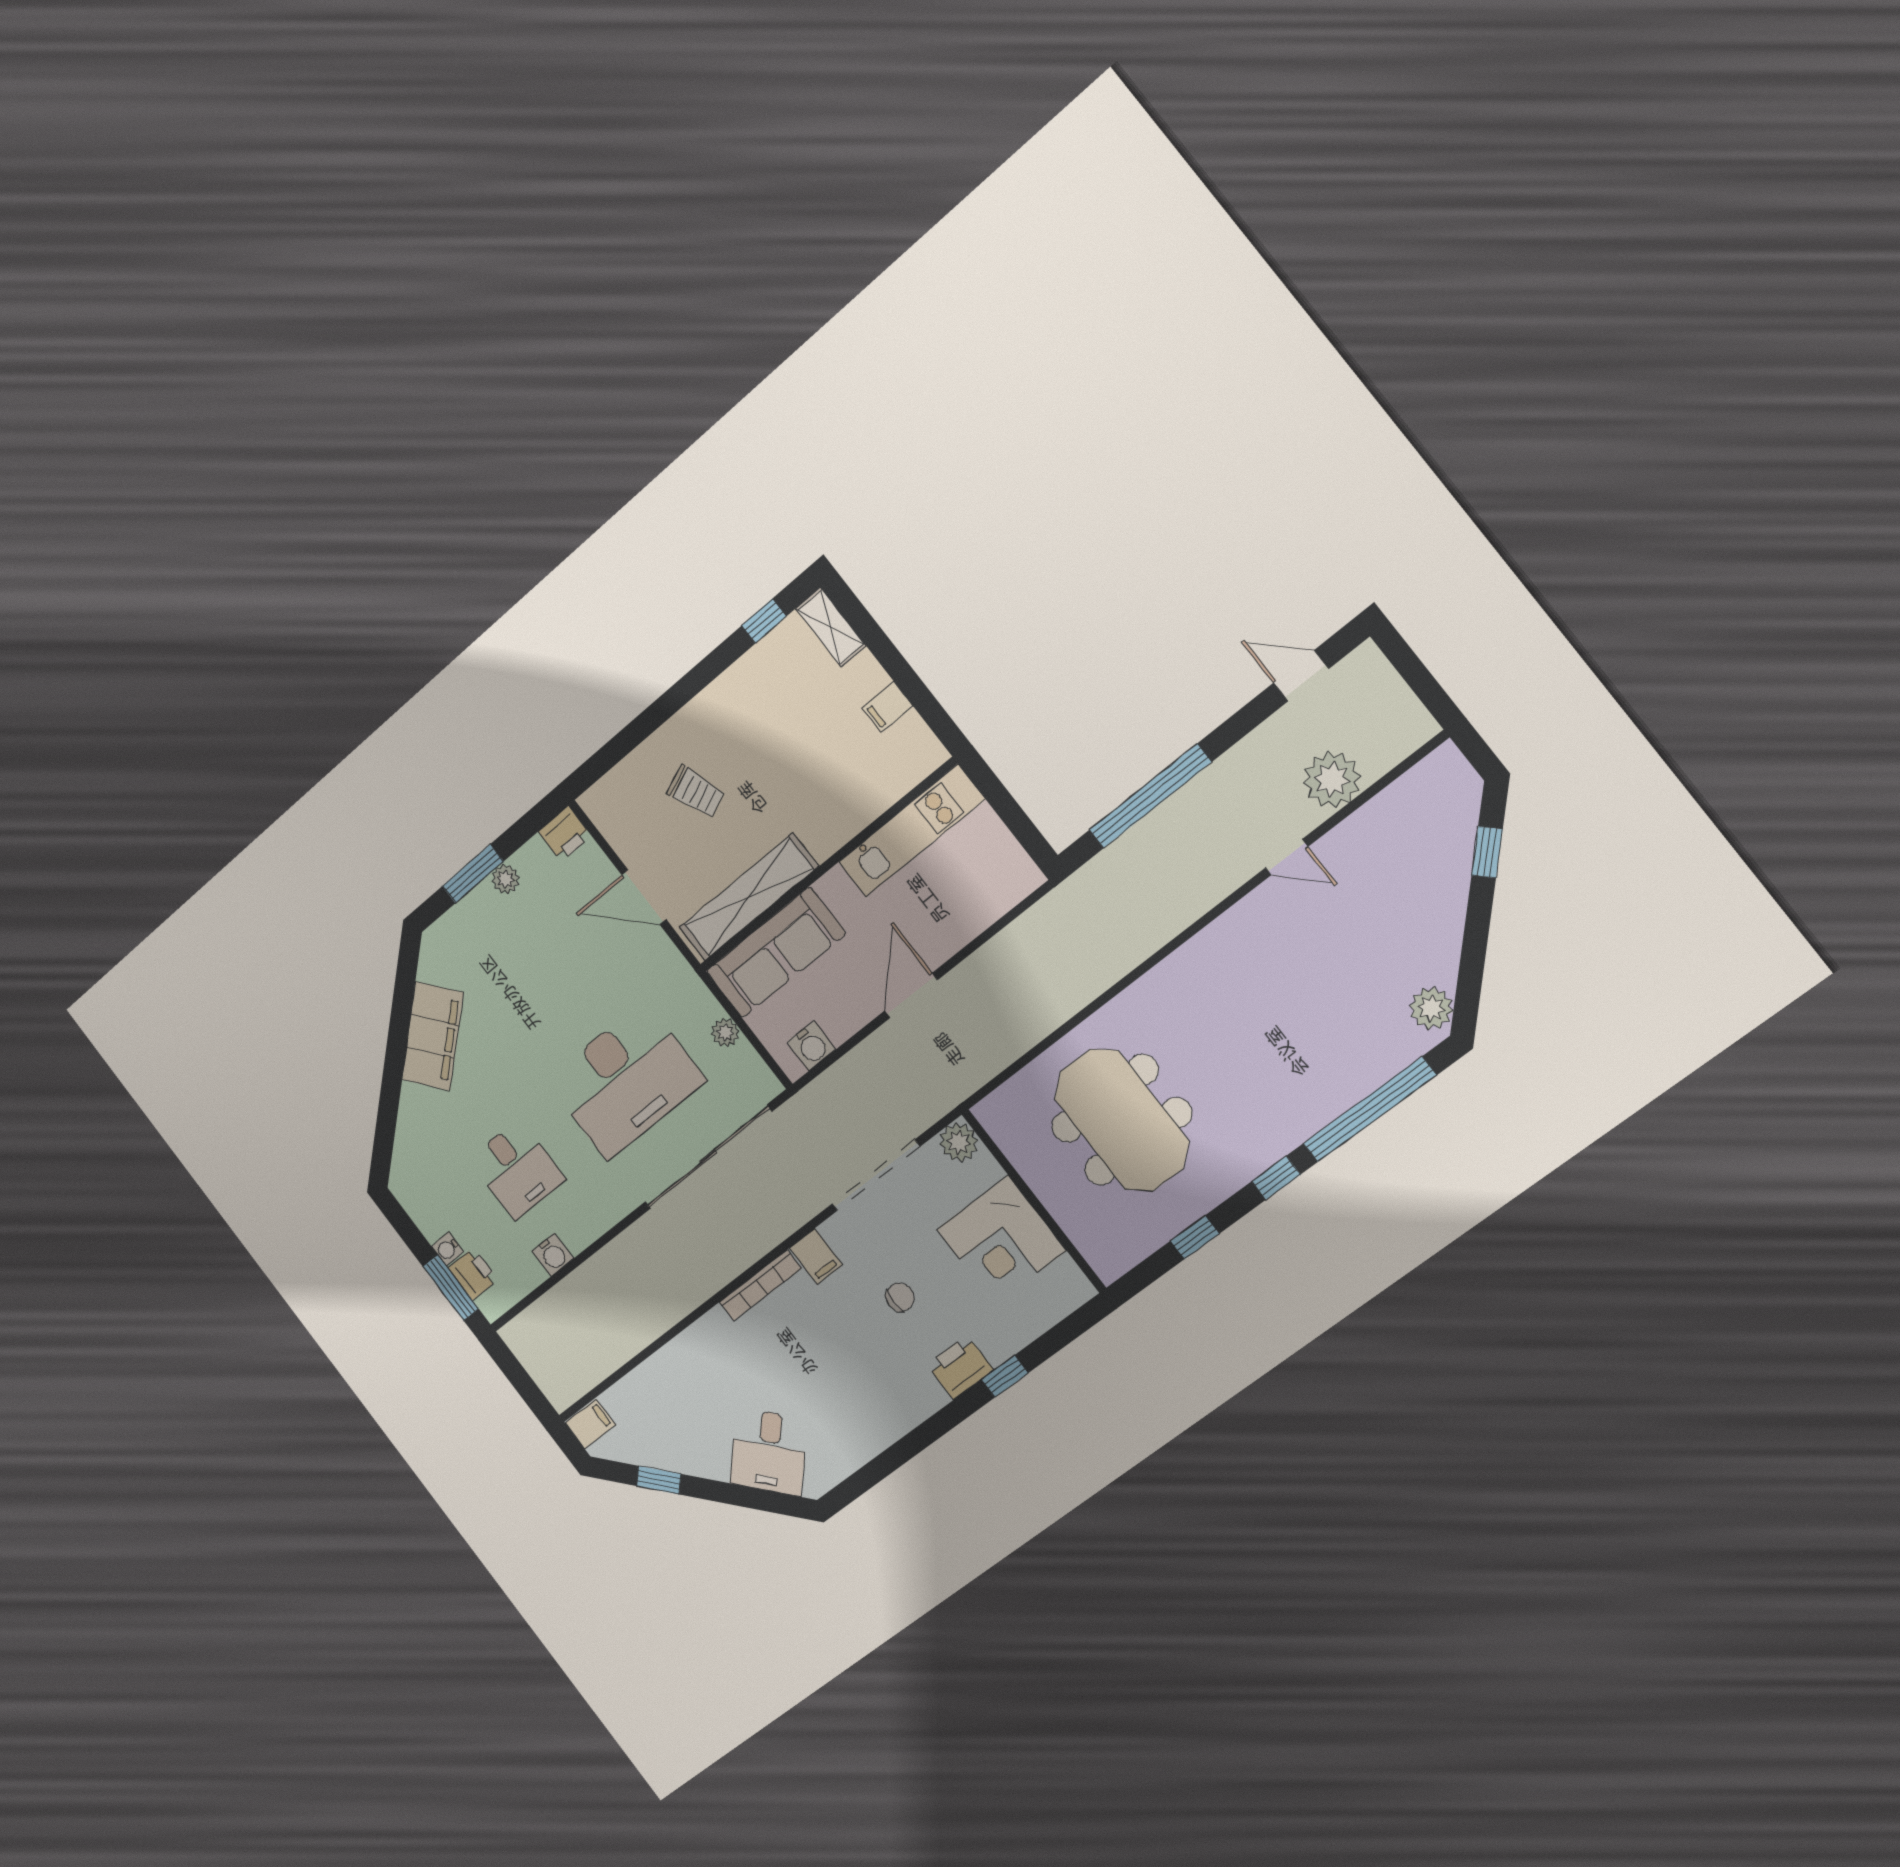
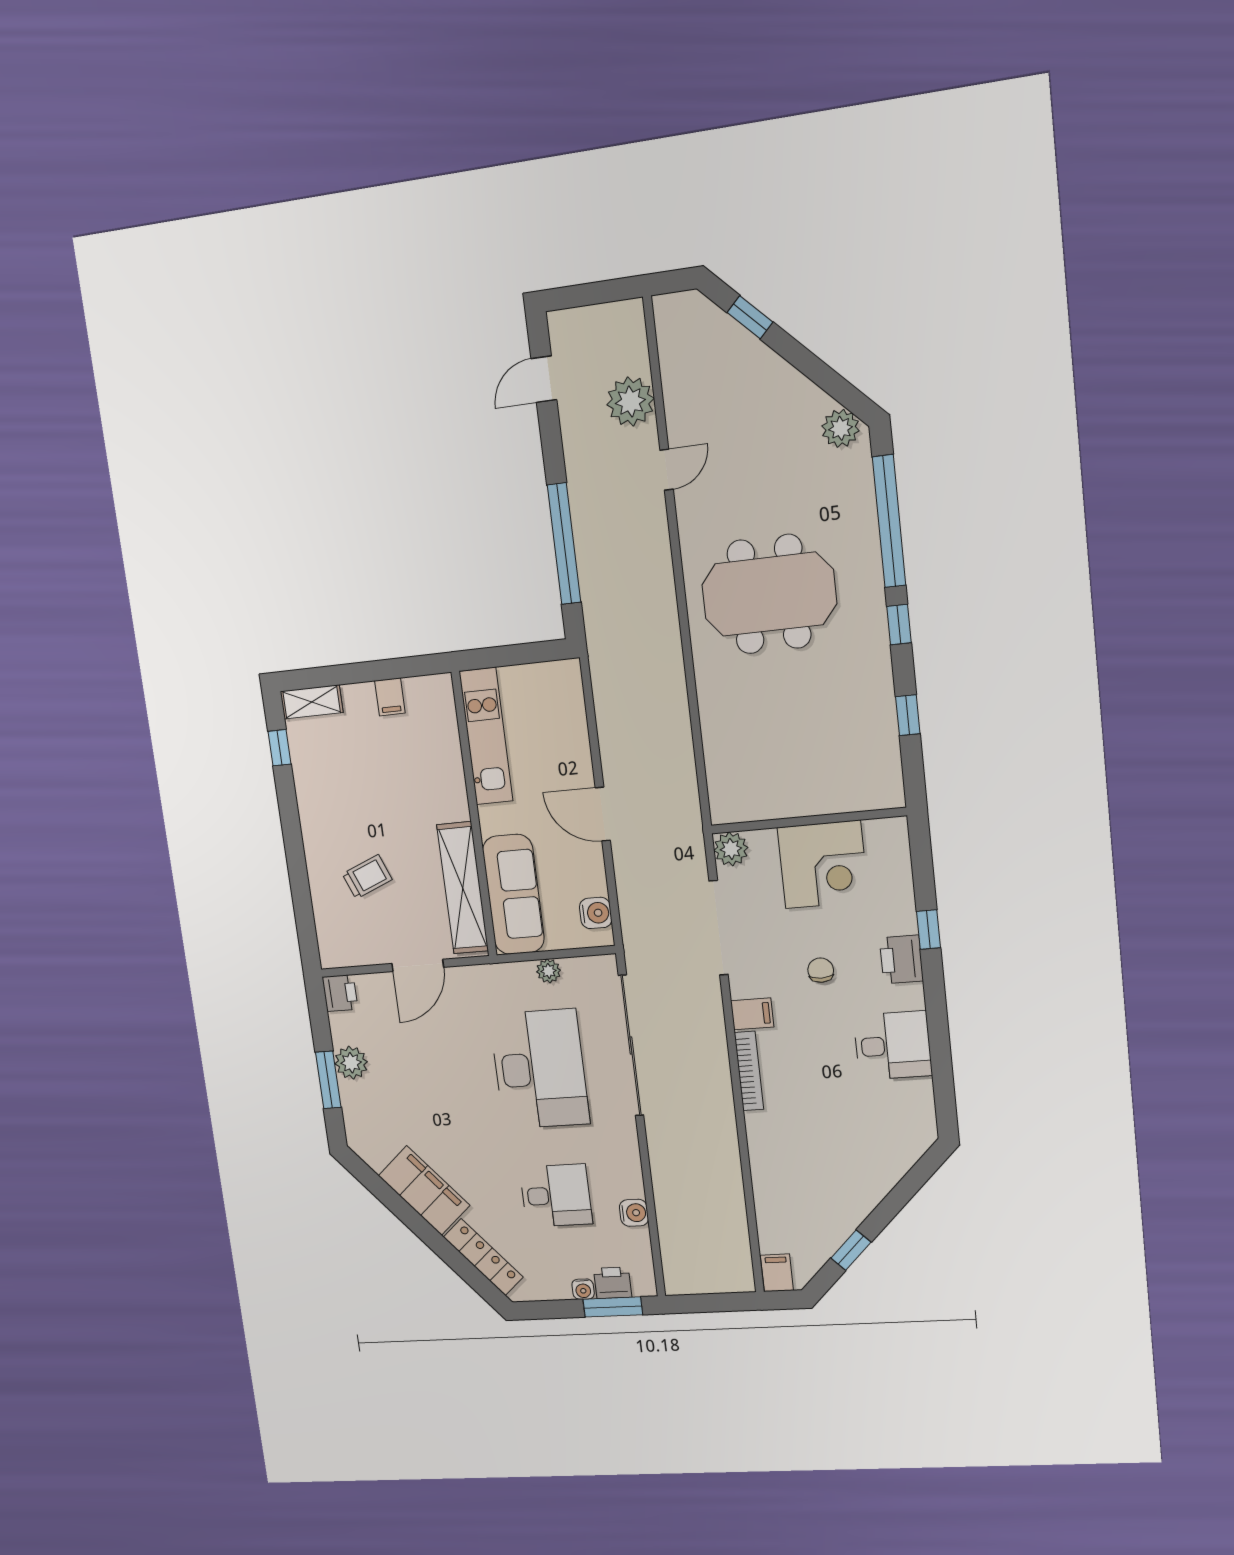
plant: (506, 879) -> (351, 1063), width x1.38, depth x1.38
meeting table: (1122, 1120) -> (769, 594), moved
locker: (410, 1133) -> (483, 1257), added
desk: (769, 1452) -> (893, 1045), moved, turned -45

